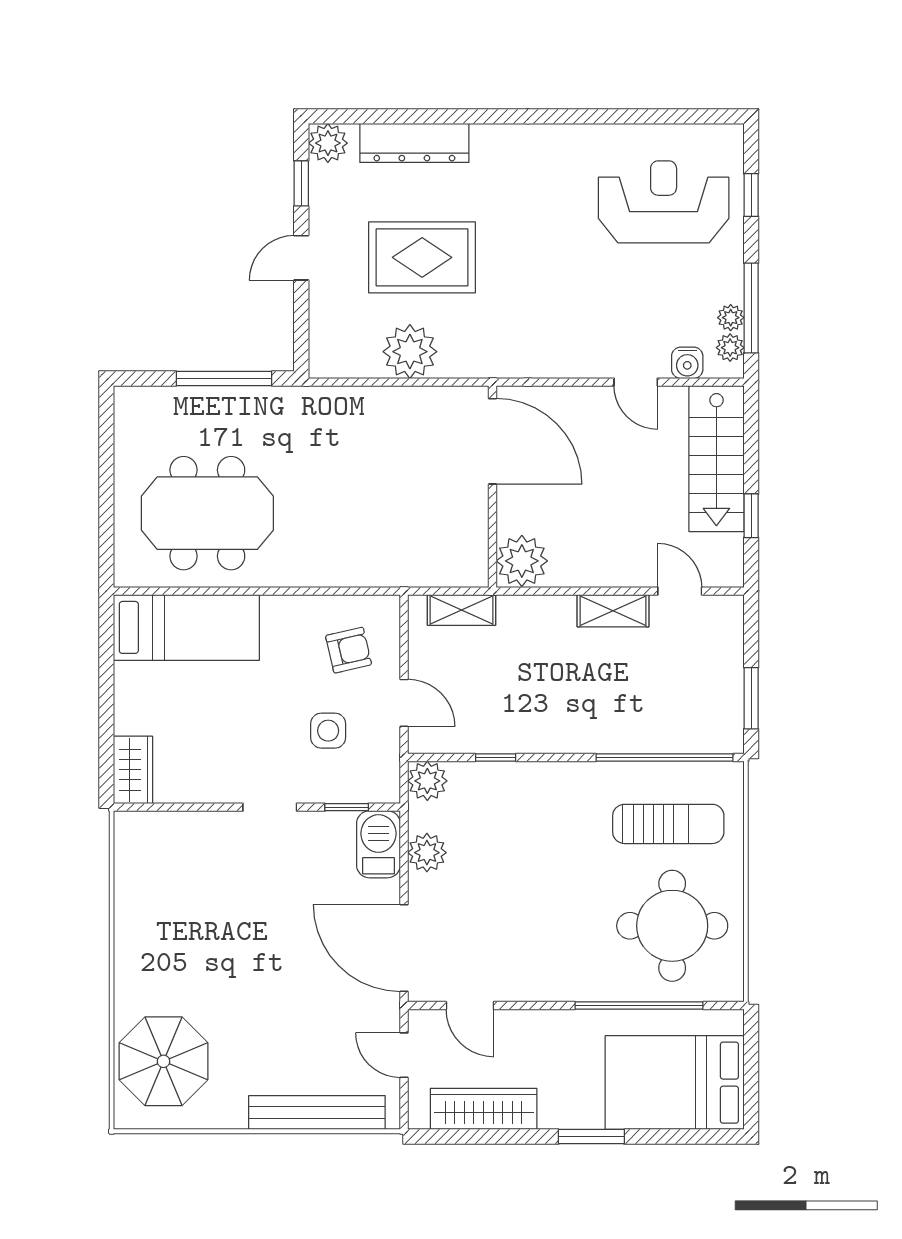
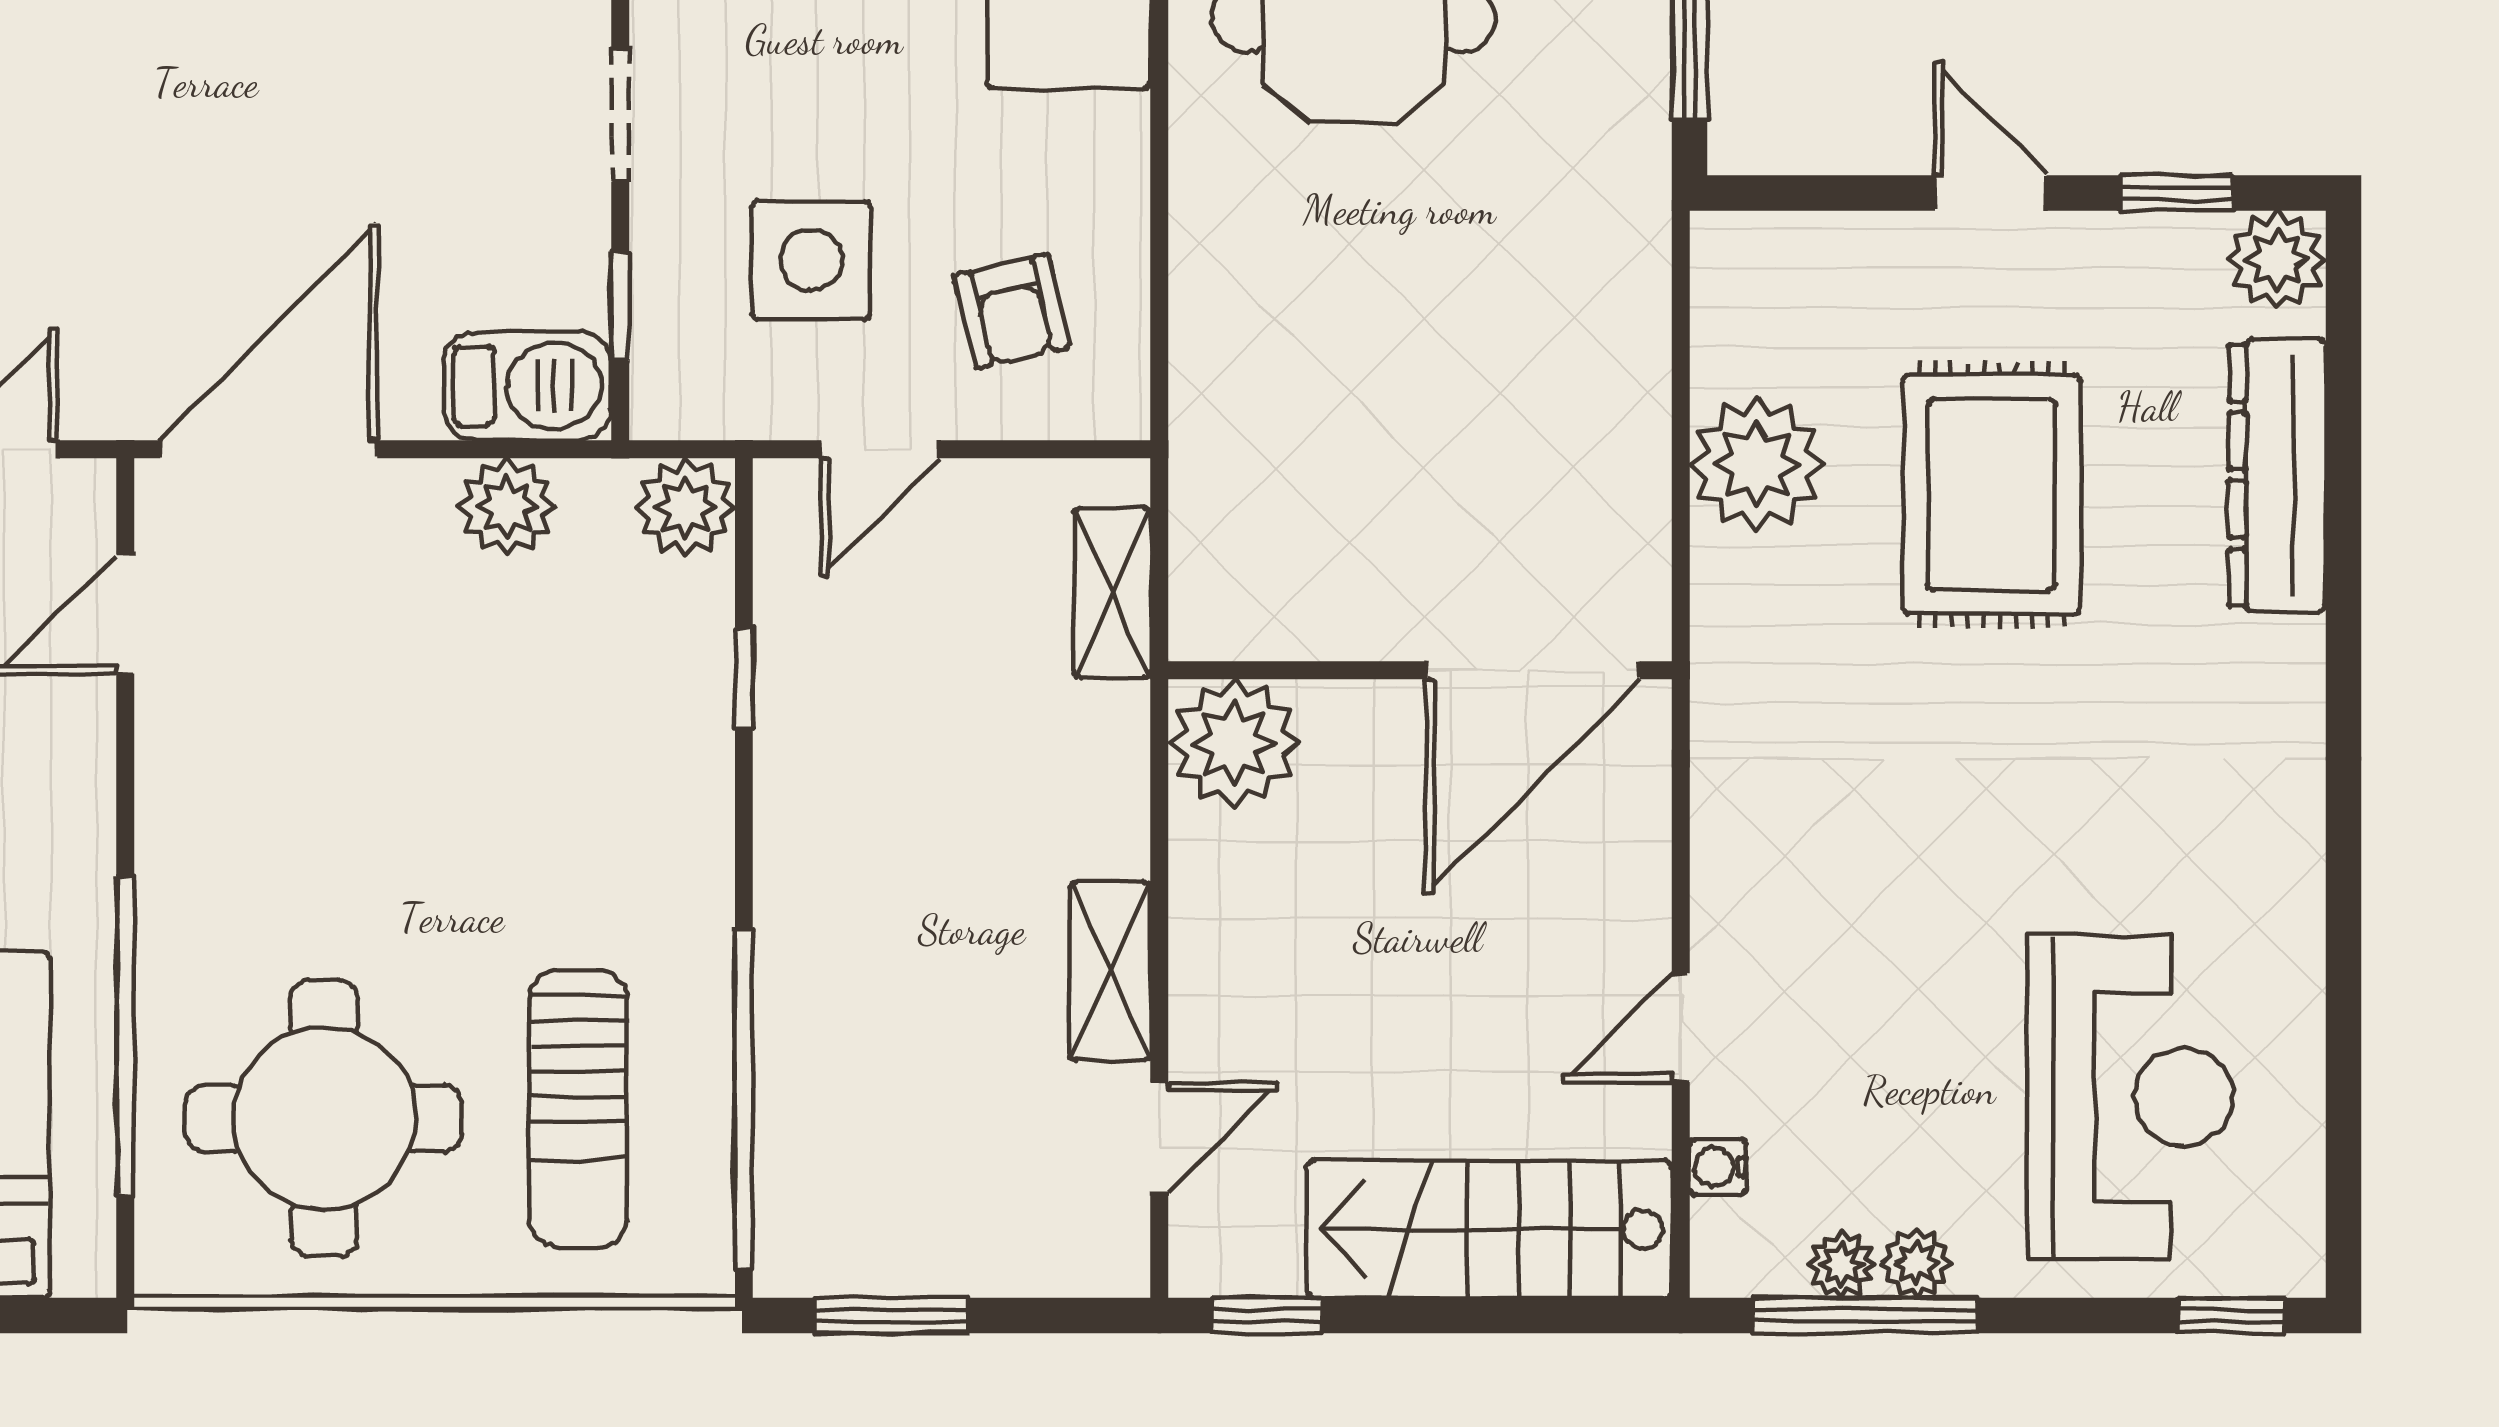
window: (751, 195) -> (2231, 1315), moved
plant: (730, 348) -> (1917, 1263), moved
water cooler: (687, 363) -> (1718, 1167), width x0.72, depth x0.72
window: (751, 516) -> (1267, 1315), moved
side table: (328, 731) -> (811, 260), width x1.37, depth x1.37

